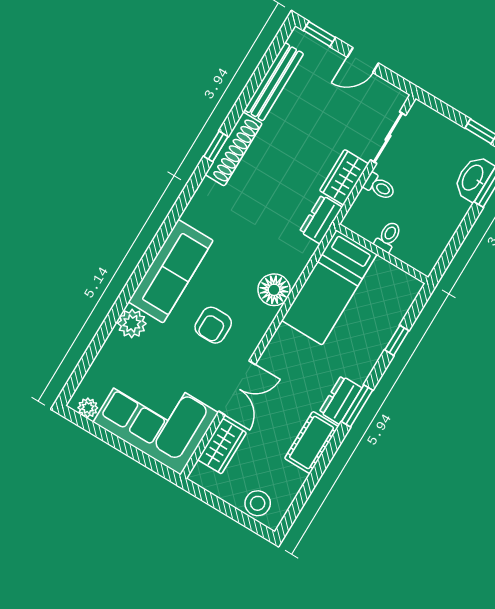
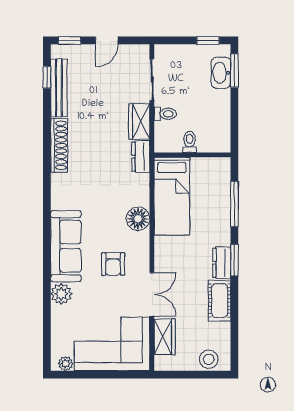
window: (216, 146) -> (47, 77), moved
window: (397, 340) -> (234, 204), width x2.17

